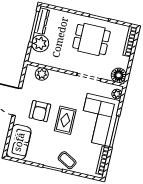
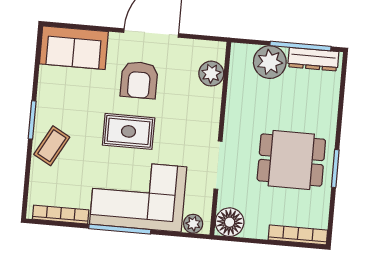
dining table: (91, 40) -> (291, 160), turned 90
armchair: (40, 111) -> (139, 80), turned -90

